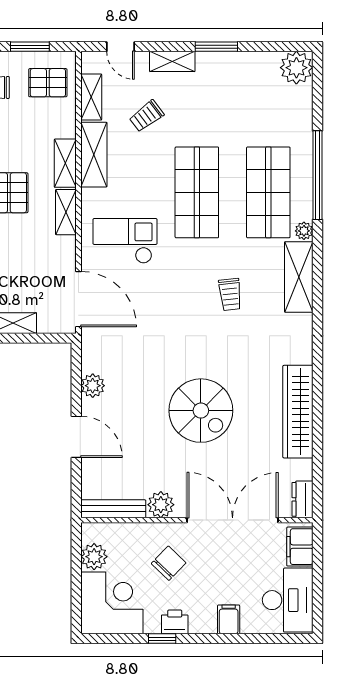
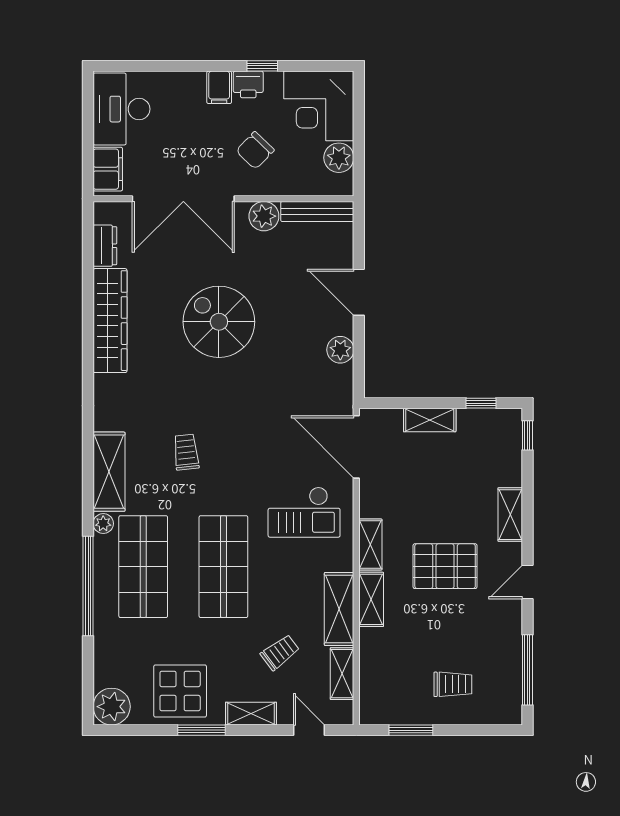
display table: (235, 82) -> (180, 691), added
pallet: (48, 83) -> (391, 690), removed
dresser: (303, 499) -> (105, 246), moved
filing cabinet: (229, 619) -> (219, 87), moved

